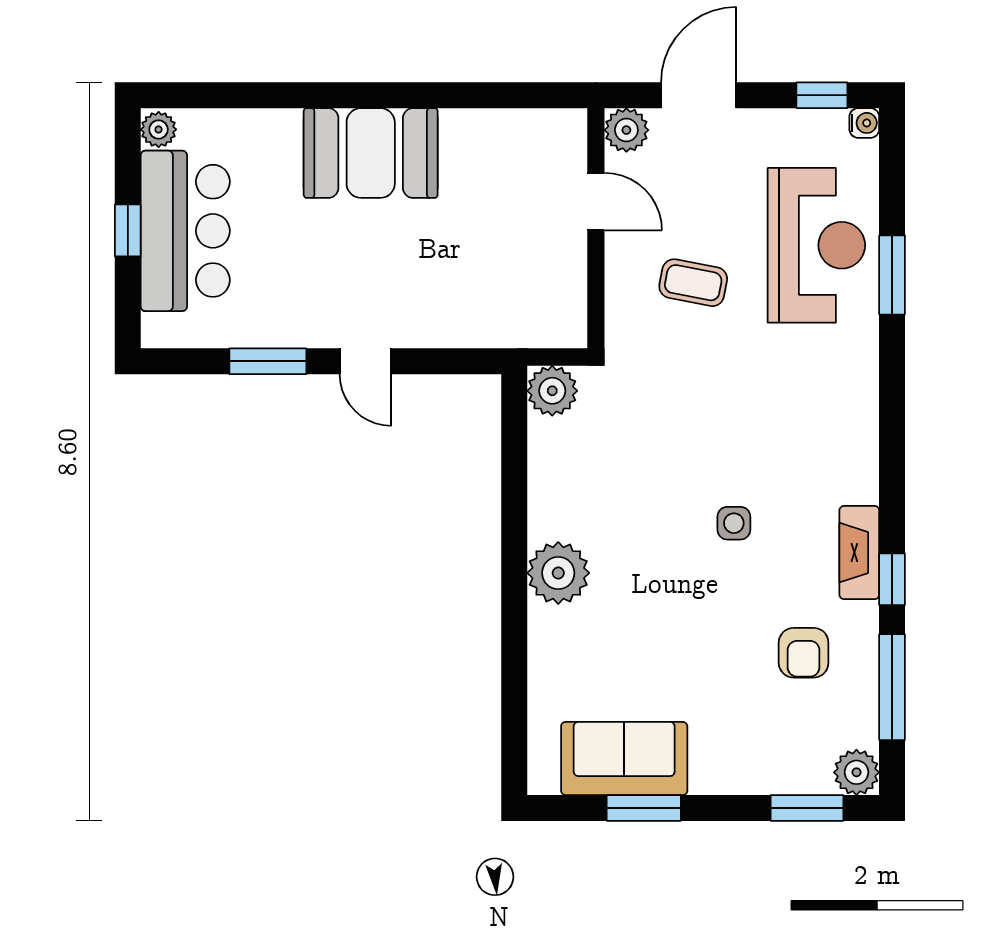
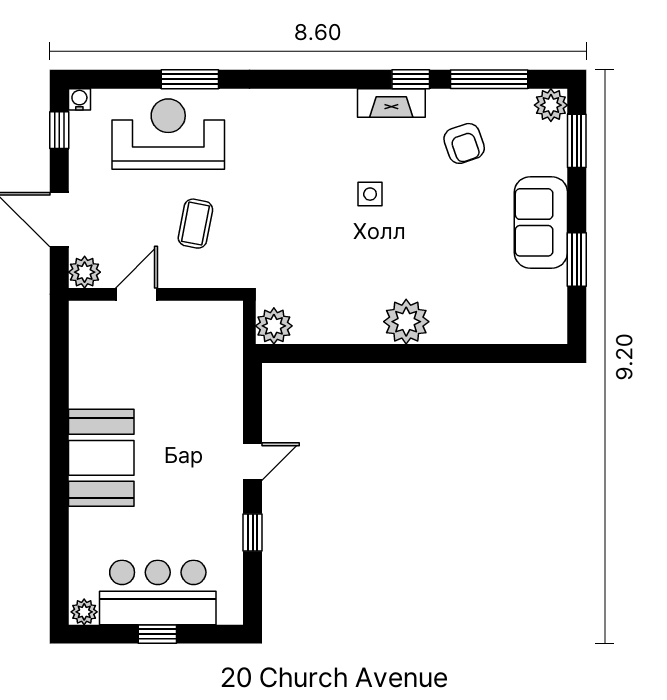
window: (268, 361) -> (253, 532), width x0.67
armchair: (804, 653) -> (464, 143), turned 71
sofa: (624, 758) -> (541, 222), moved

